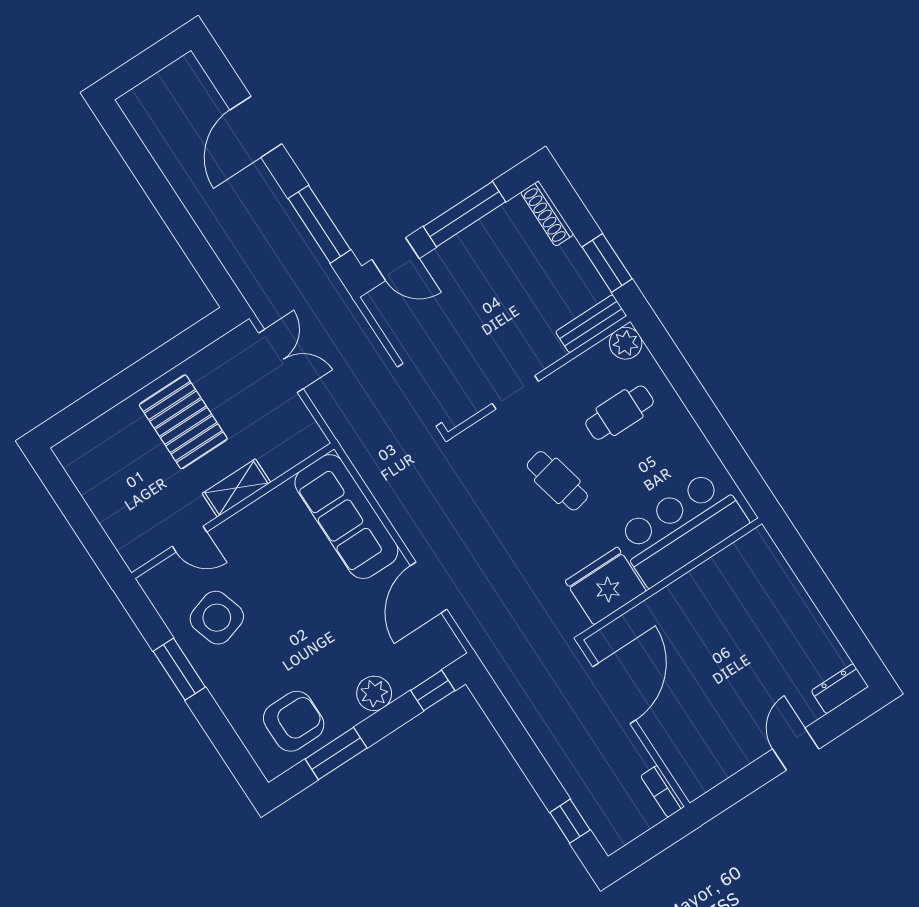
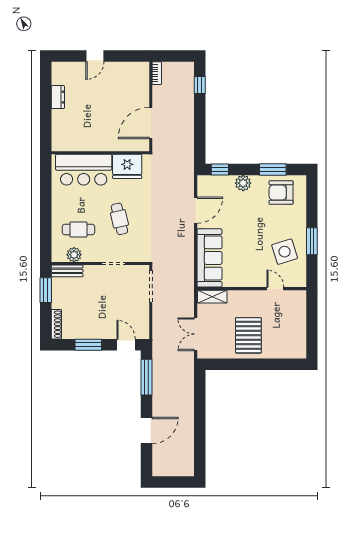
window: (465, 214) -> (88, 345), width x0.69
plant: (626, 343) -> (74, 255), moved
shelving: (236, 488) -> (212, 297), moved
dresser: (840, 689) -> (58, 97), moved, turned -90

